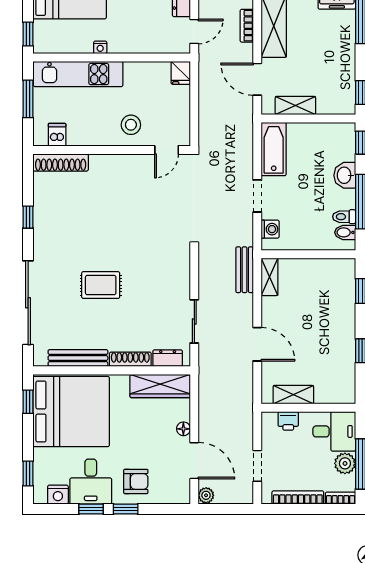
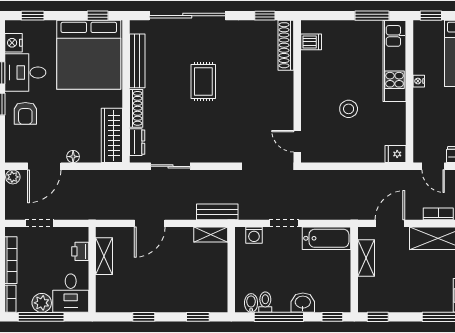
dishwasher: (57, 135) -> (311, 42), moved
wall: (112, 150) -> (297, 91), moved
door: (167, 150) -> (297, 141), moved
shoe rack: (61, 162) -> (286, 45), moved

